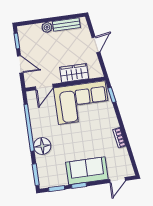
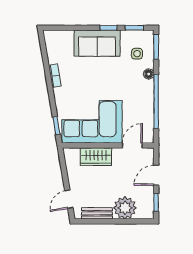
plant: (47, 27) -> (125, 208), width x1.87, depth x1.87
door: (96, 45) -> (69, 199), moved
door: (20, 64) -> (156, 175), hinge flipped
floor lamp: (42, 146) -> (149, 74), width x0.53, depth x0.53
side table: (51, 167) -> (137, 54), added
door: (117, 180) -> (64, 28), removed

